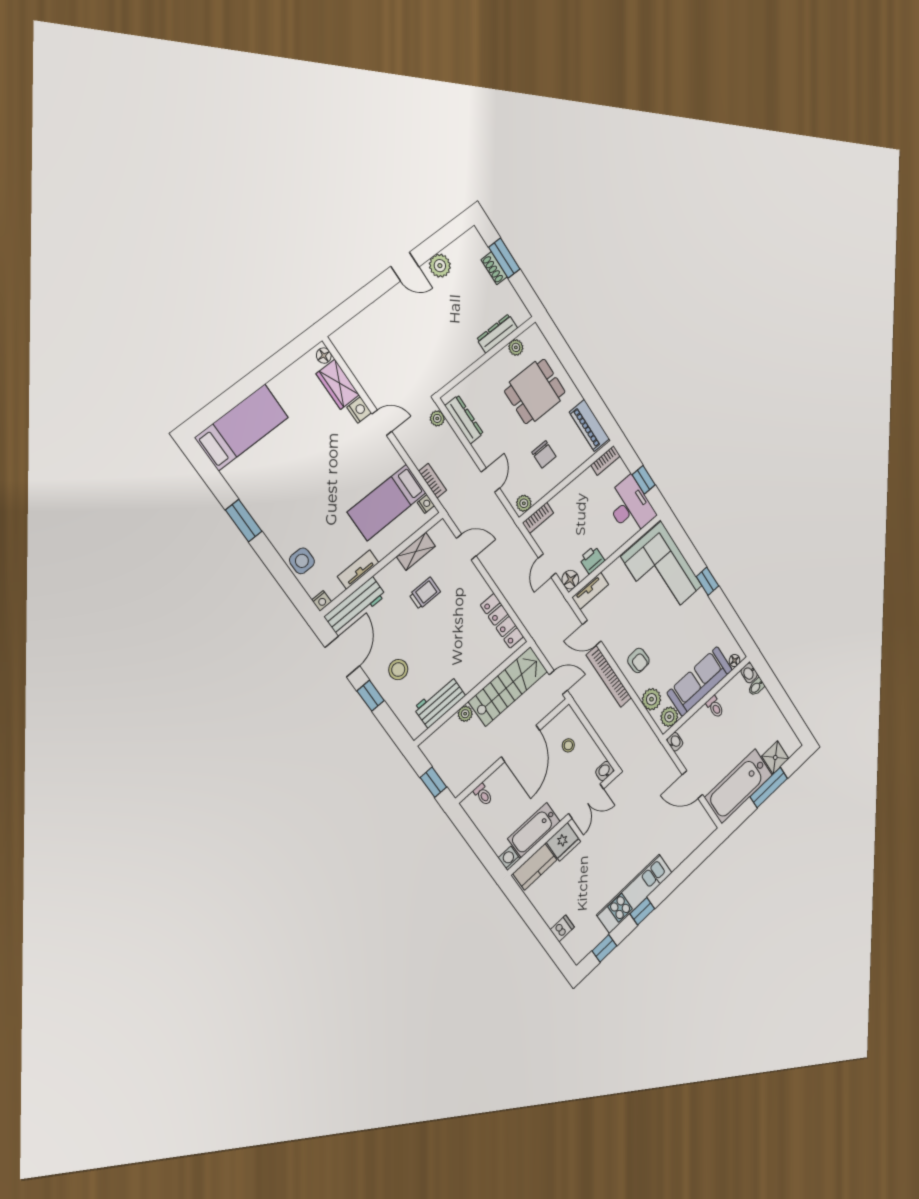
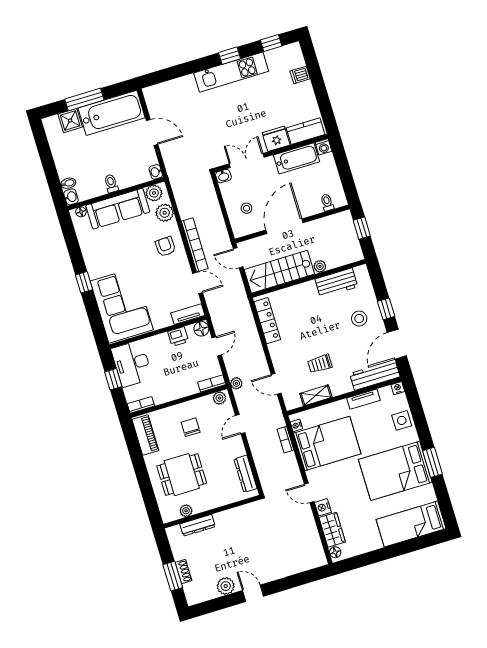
plant: (437, 418) -> (236, 383), moved
bed: (287, 491) -> (395, 471), added
bed: (387, 502) -> (327, 444), width x1.50

